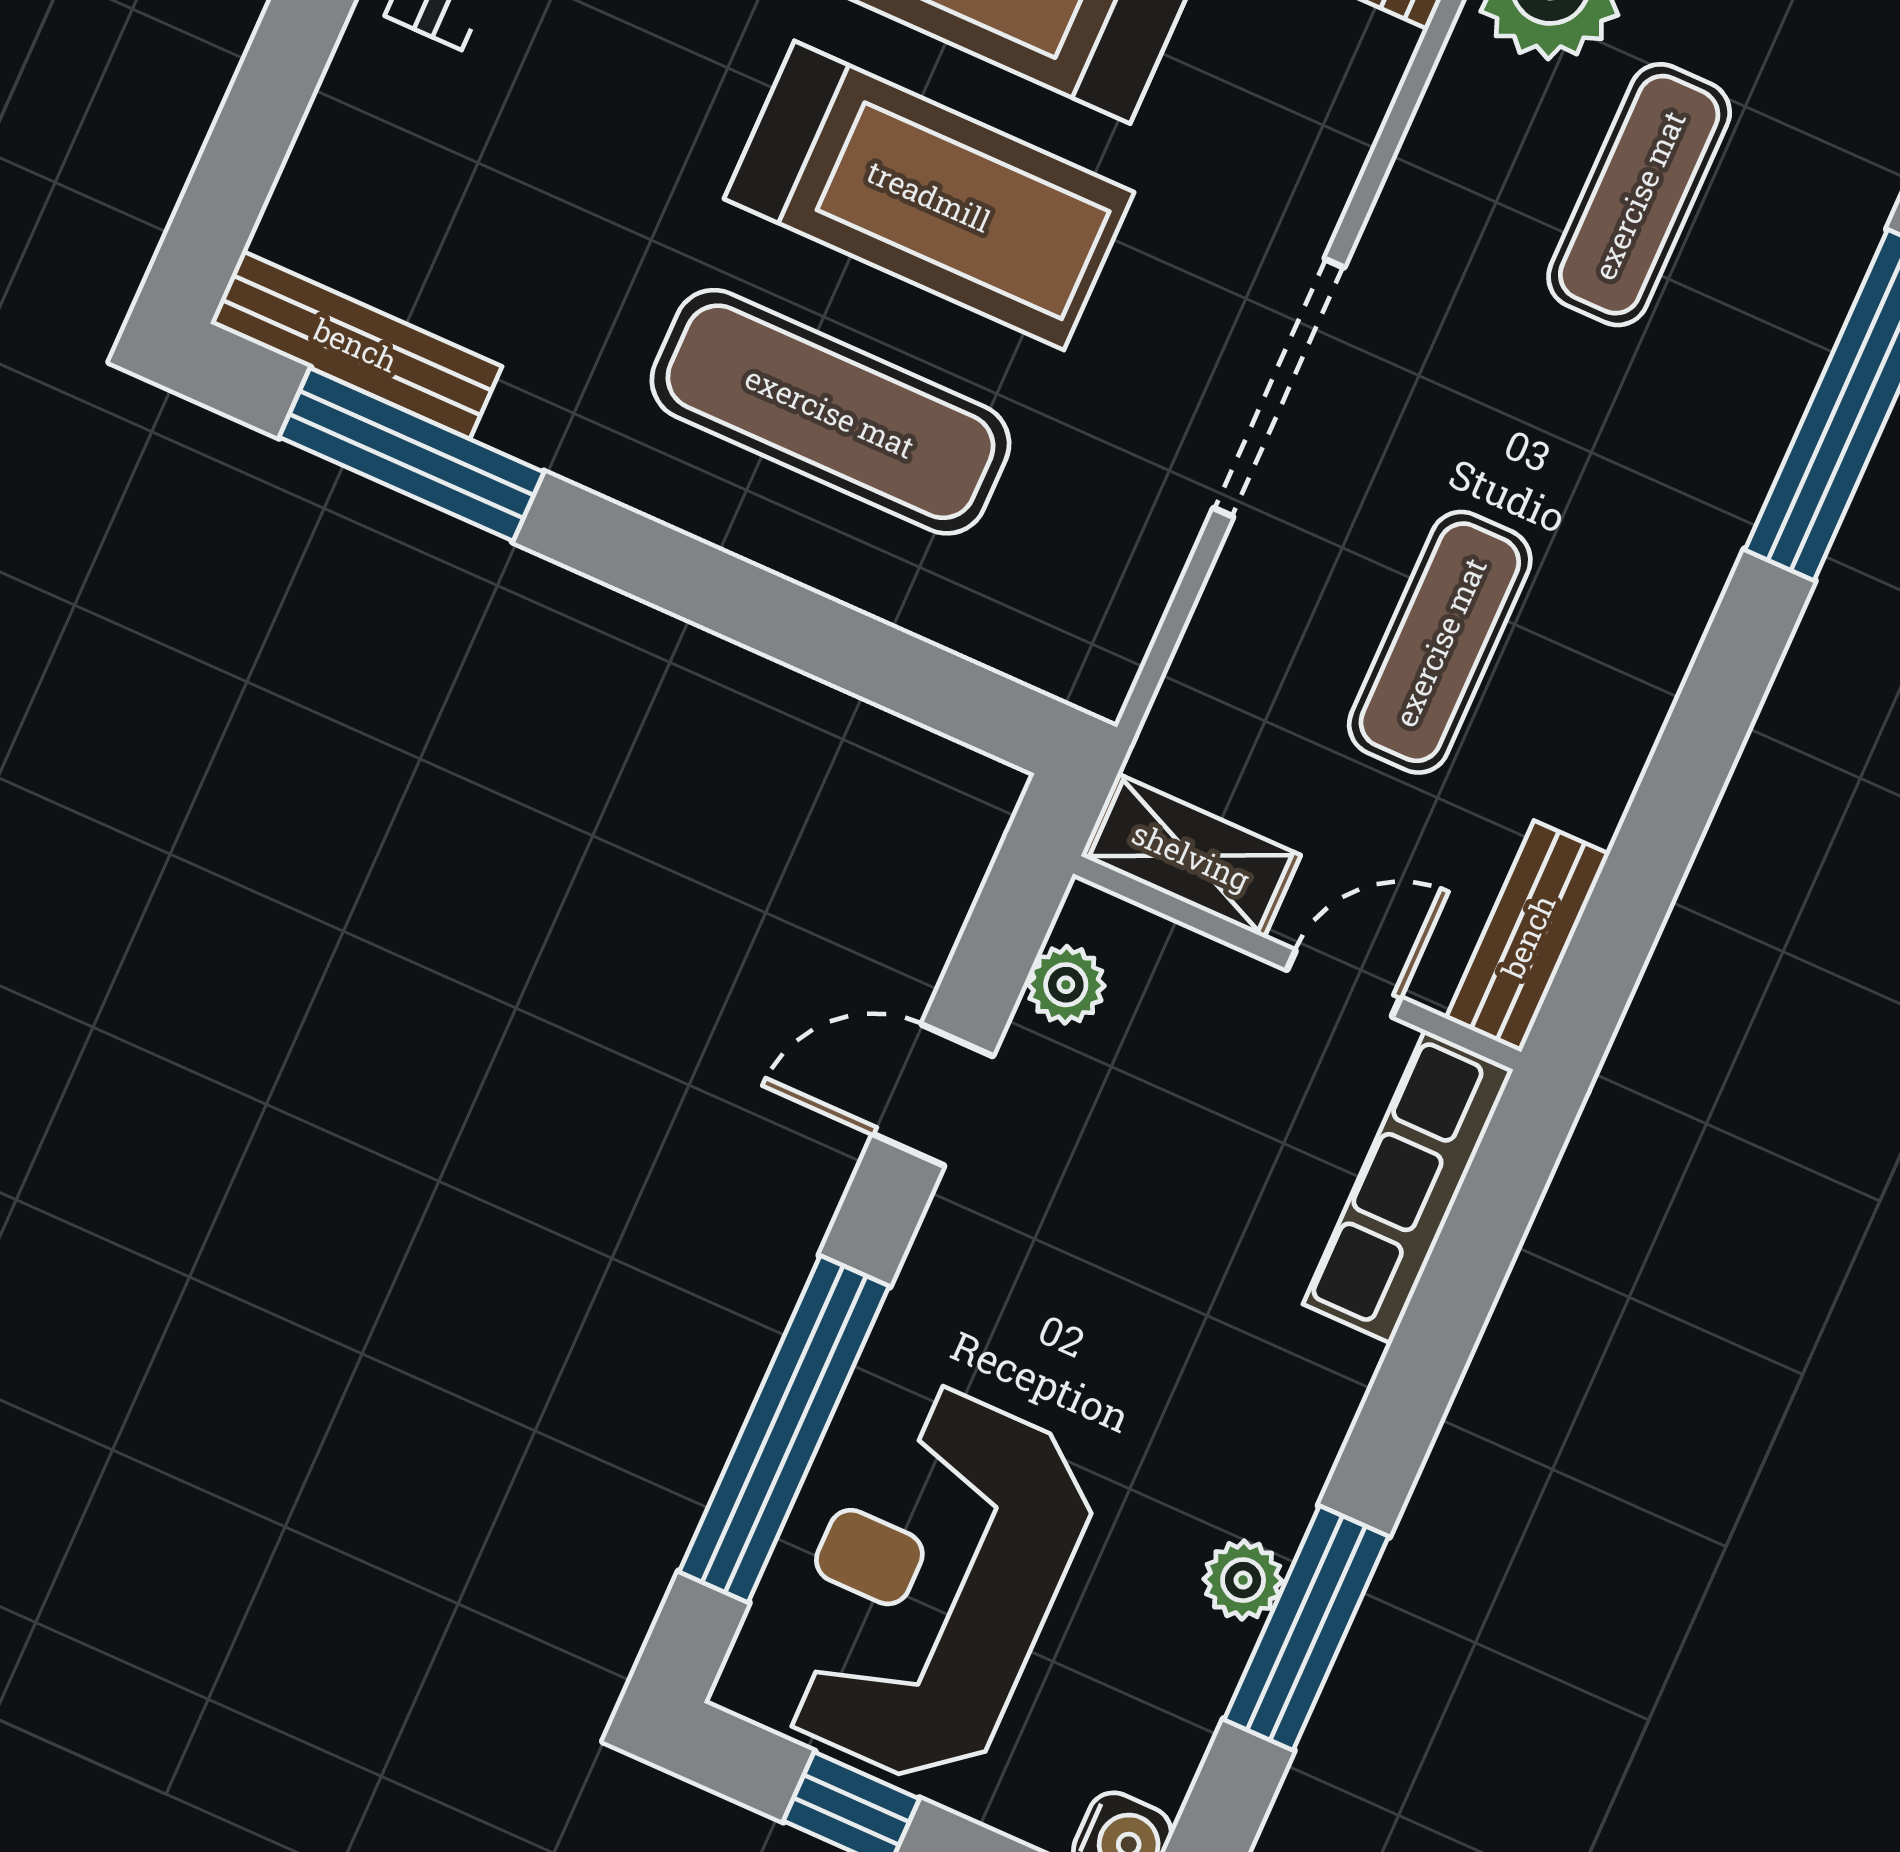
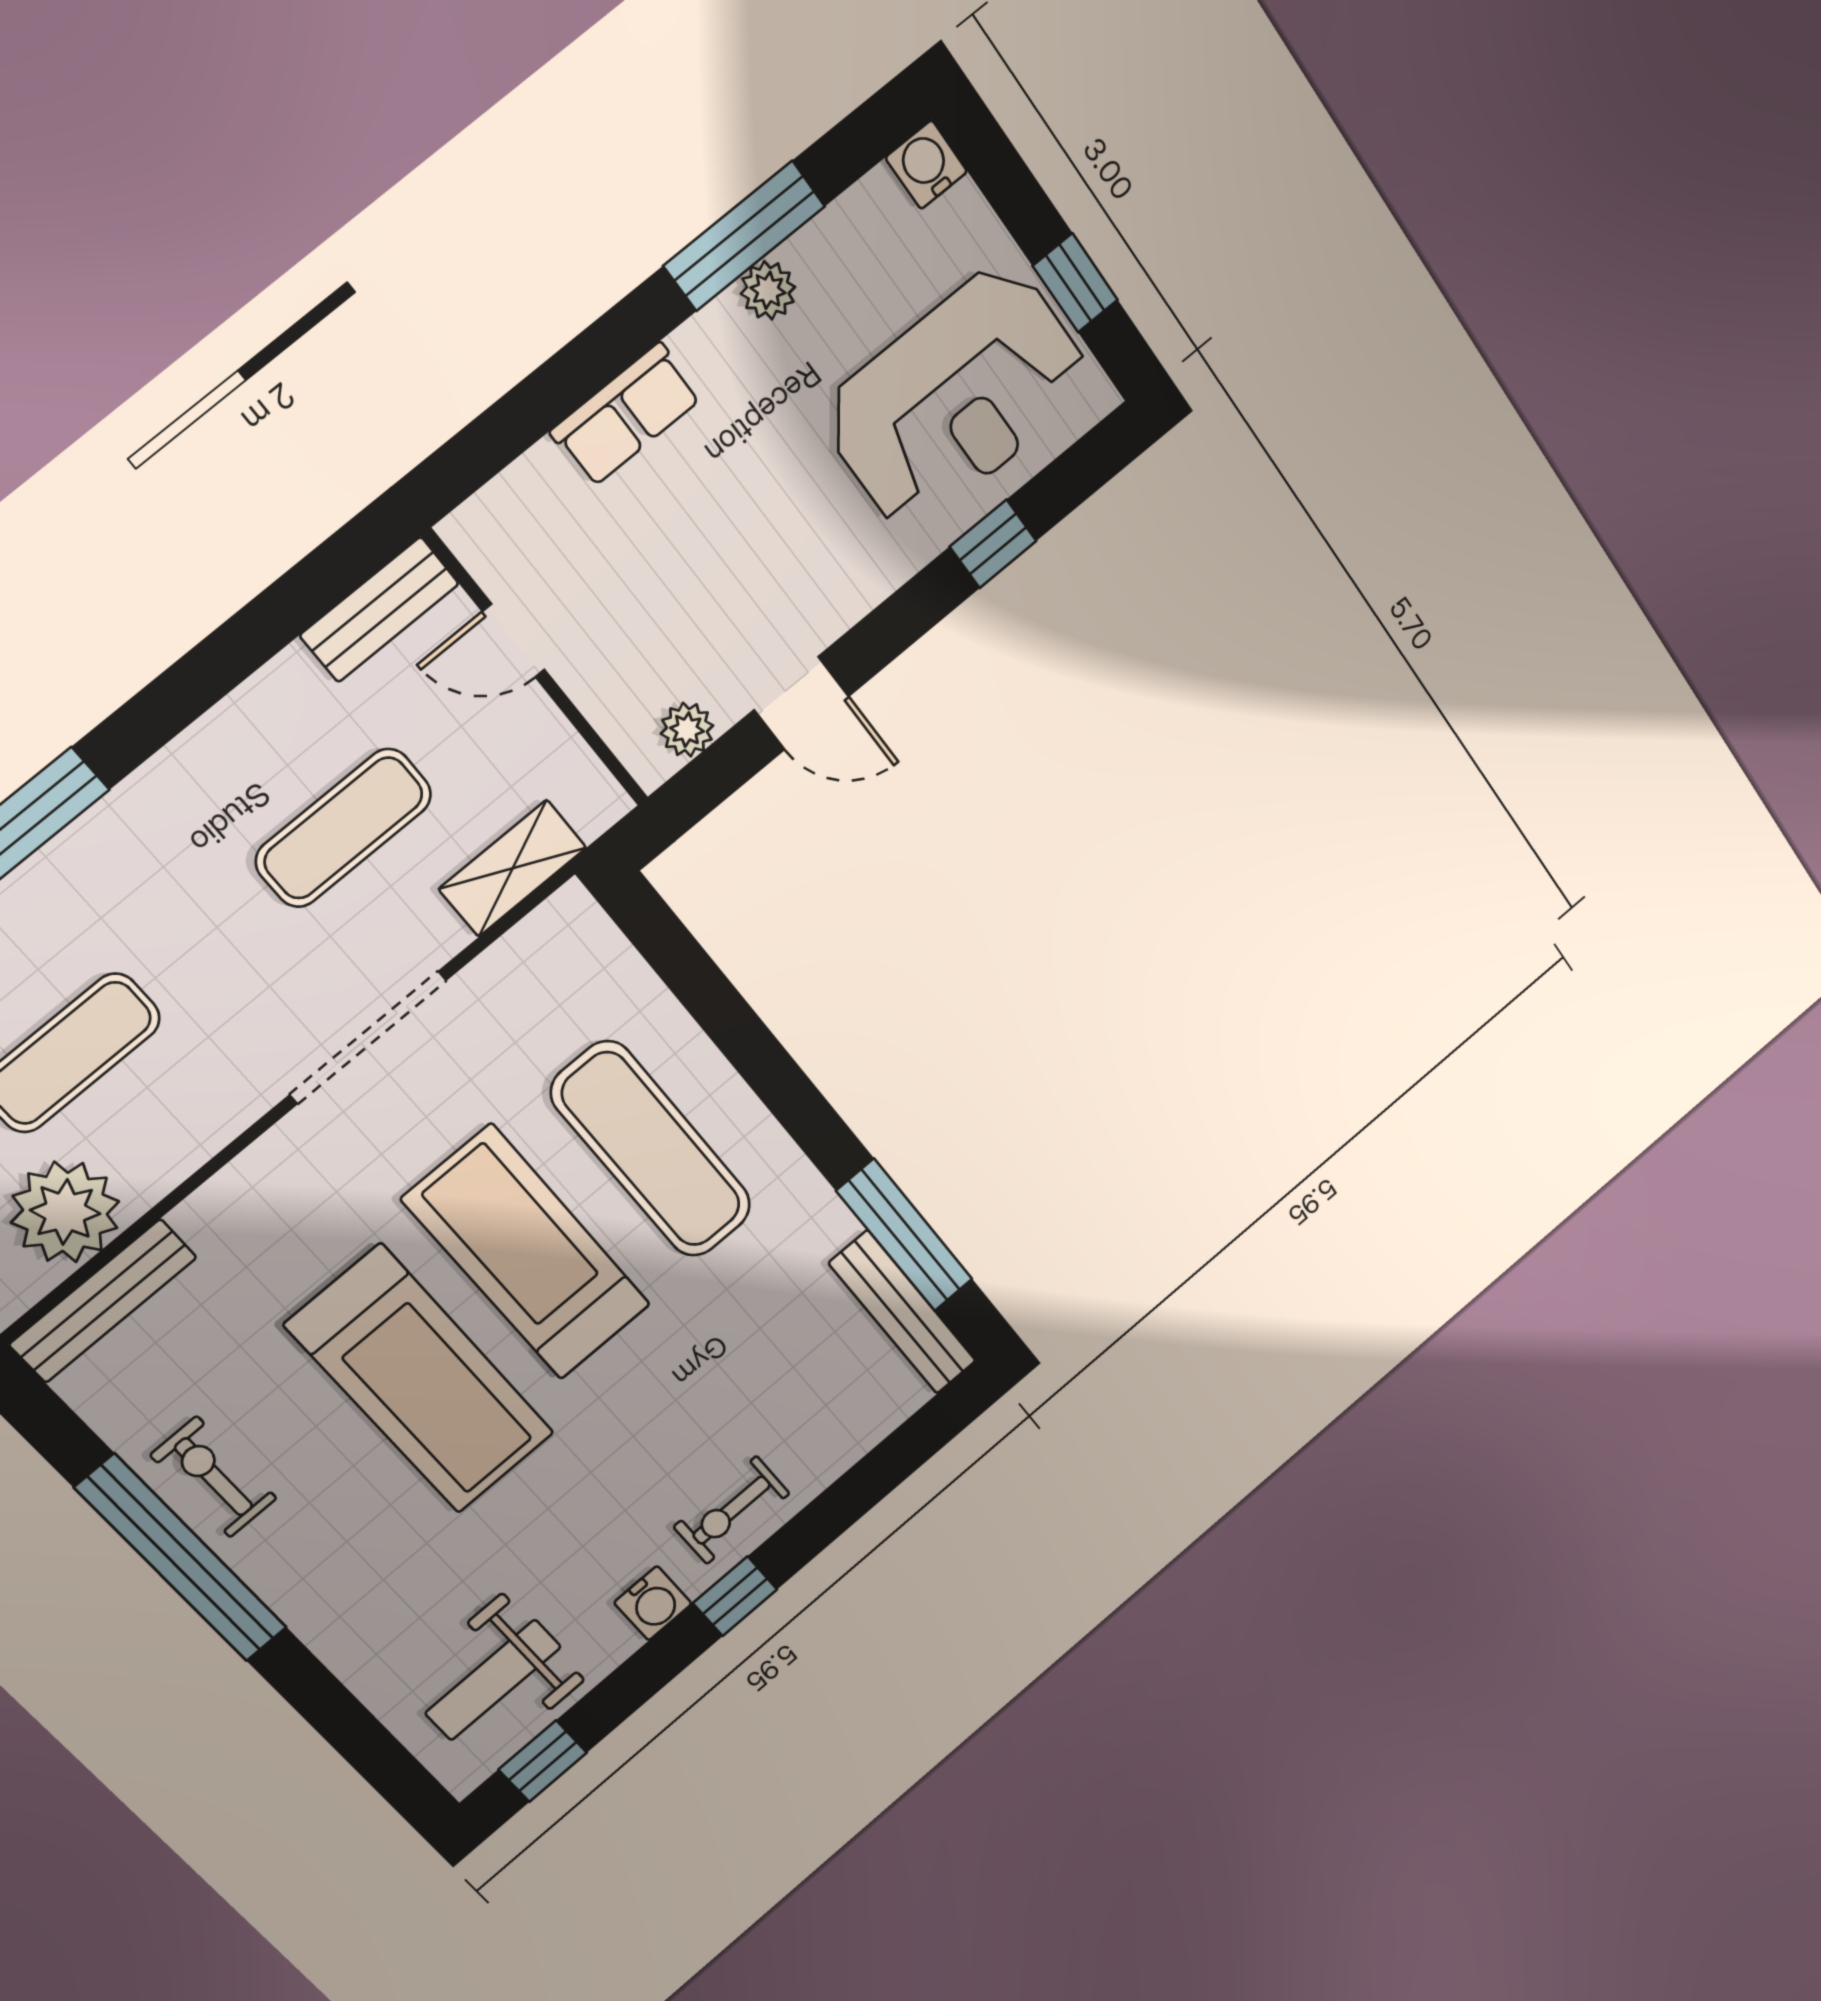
shelving: (1191, 856) -> (513, 868), moved, turned 90
row of seats: (1408, 1187) -> (626, 415), moved, width x0.68
window: (784, 1429) -> (993, 544), width x0.32

